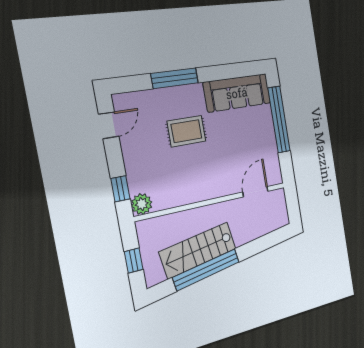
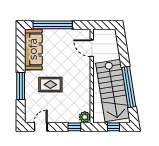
door: (109, 125) -> (41, 127), hinge flipped
rug: (186, 131) -> (50, 85), turned 90
stairs: (198, 250) -> (113, 91), width x1.36, depth x1.51

